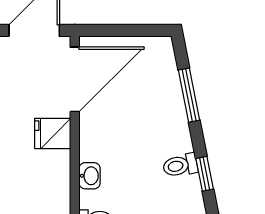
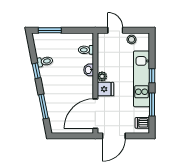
plant: (60, 162) -> (102, 76), added
toilet: (180, 165) -> (45, 61), moved

